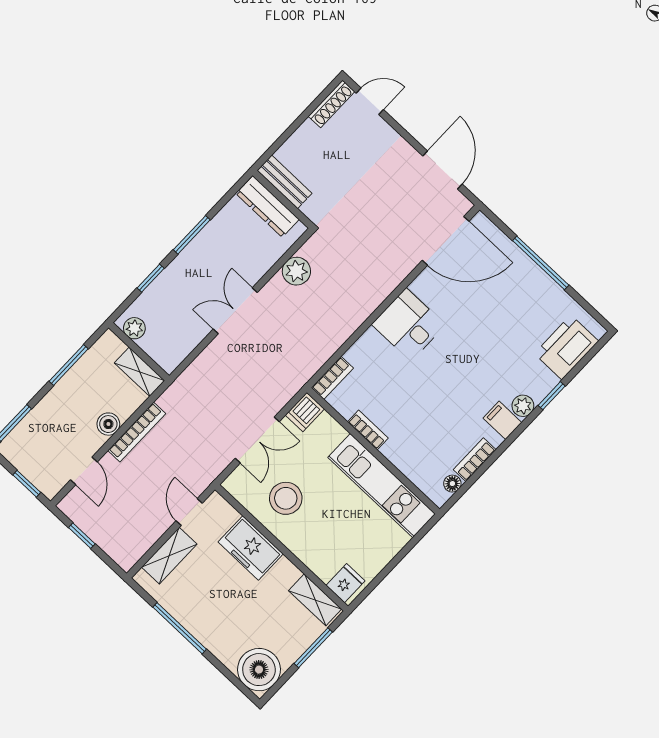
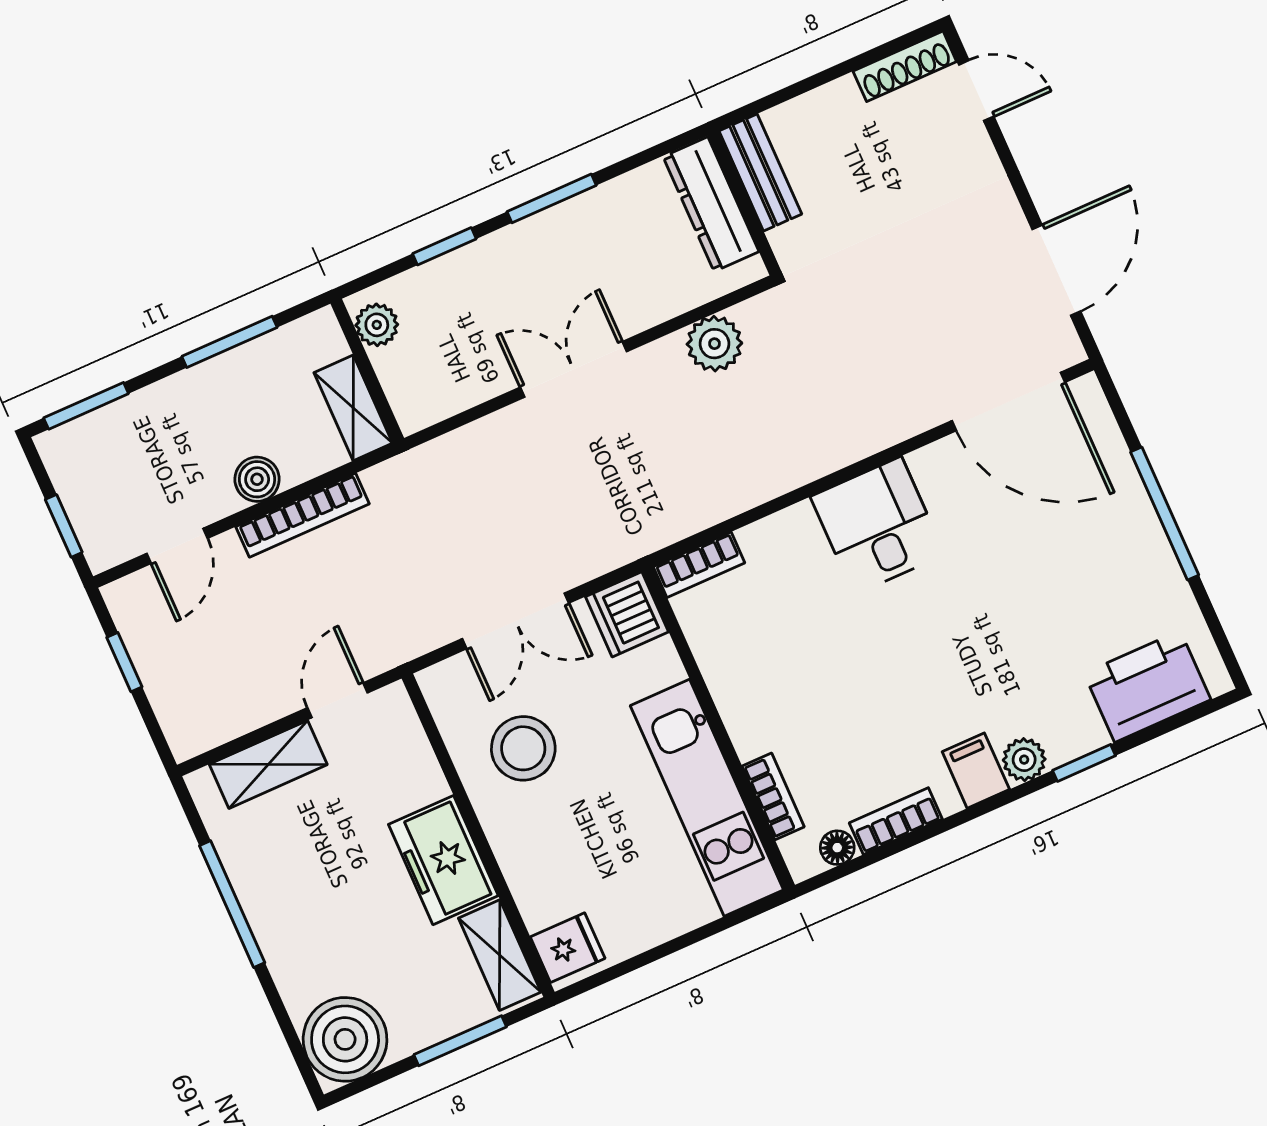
dishwasher: (305, 412) -> (627, 614), width x1.38
bookcase: (368, 430) -> (773, 796), moved
freezer: (251, 548) -> (443, 860), moved

